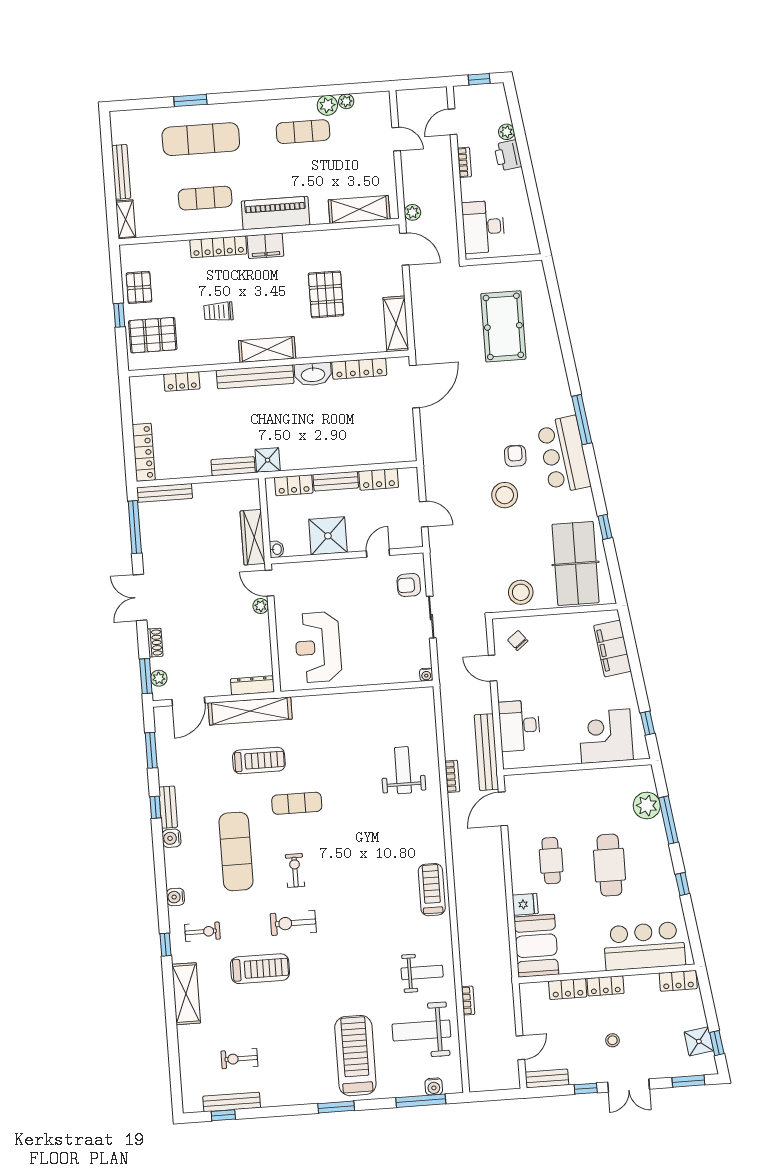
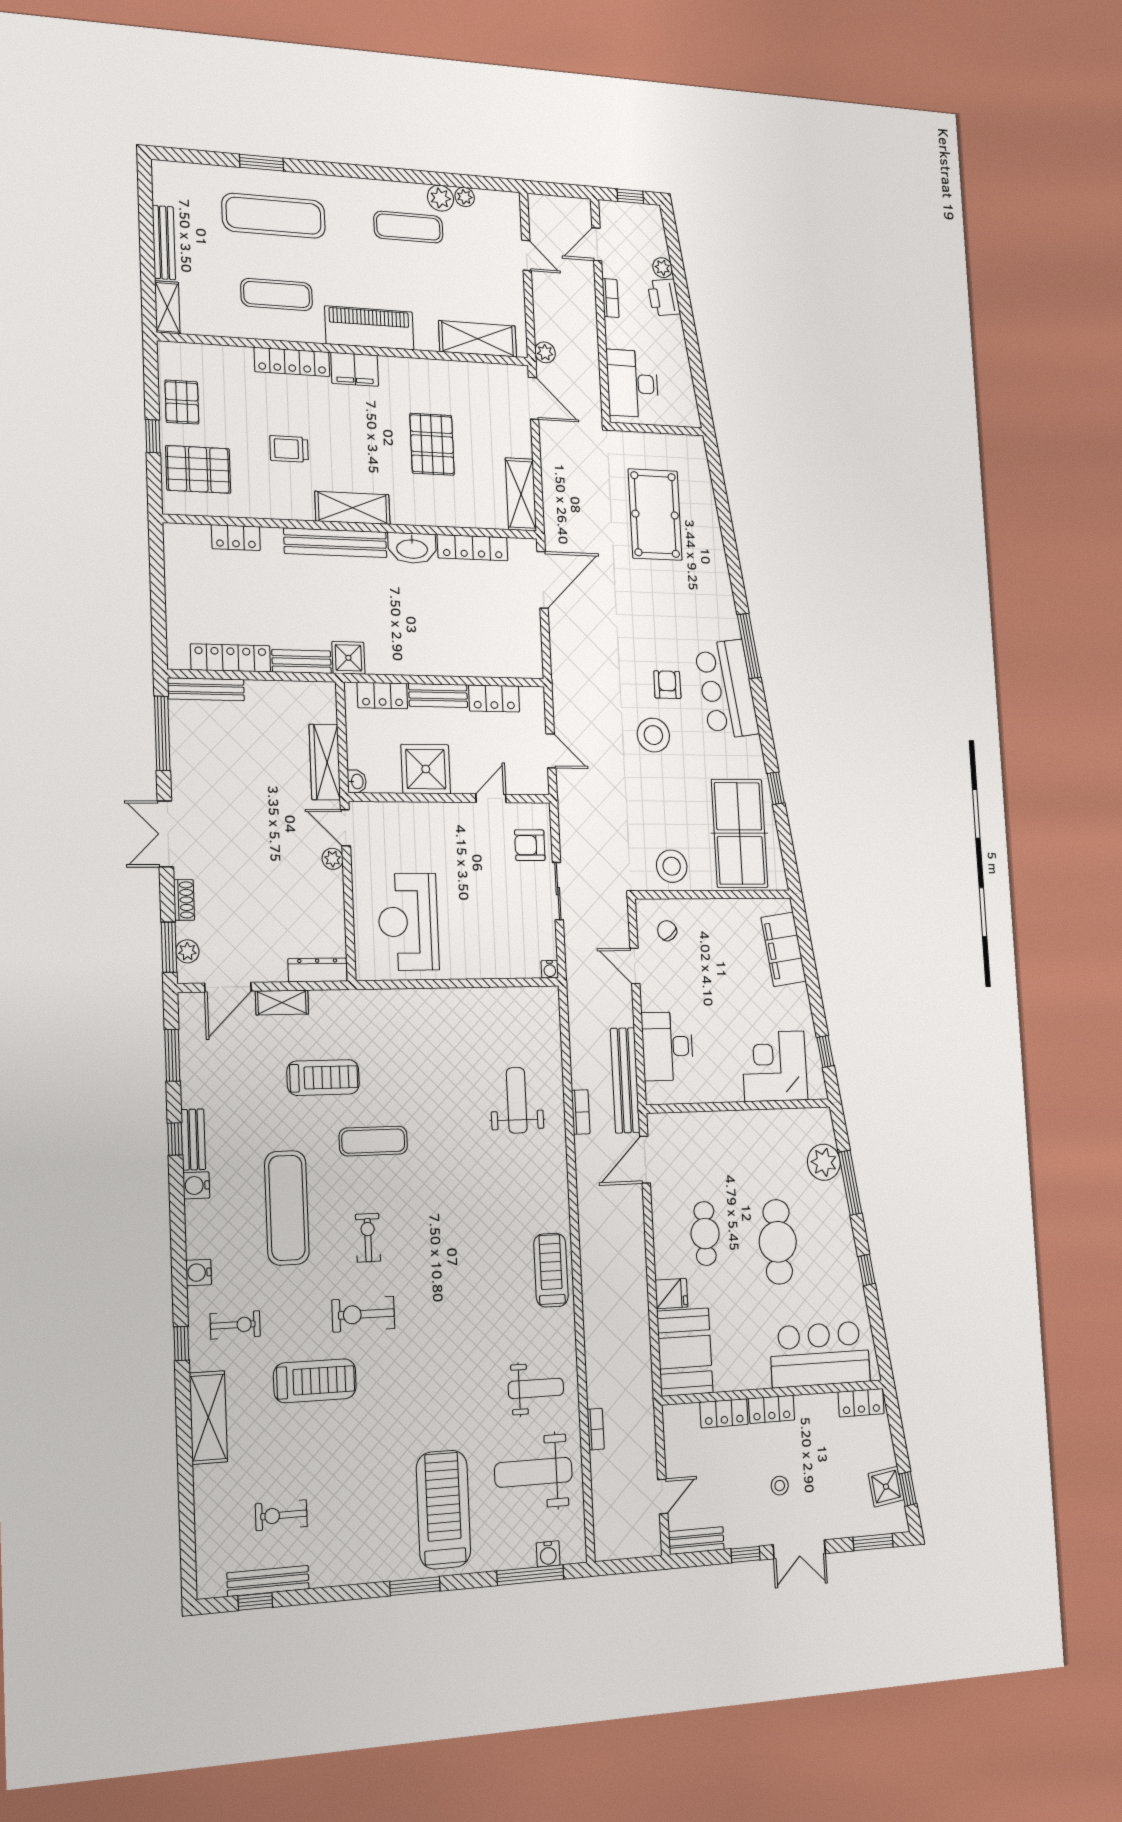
locker: (144, 452) -> (231, 658), moved, turned -90
shelving: (250, 711) -> (282, 1003), width x0.45, depth x0.75

